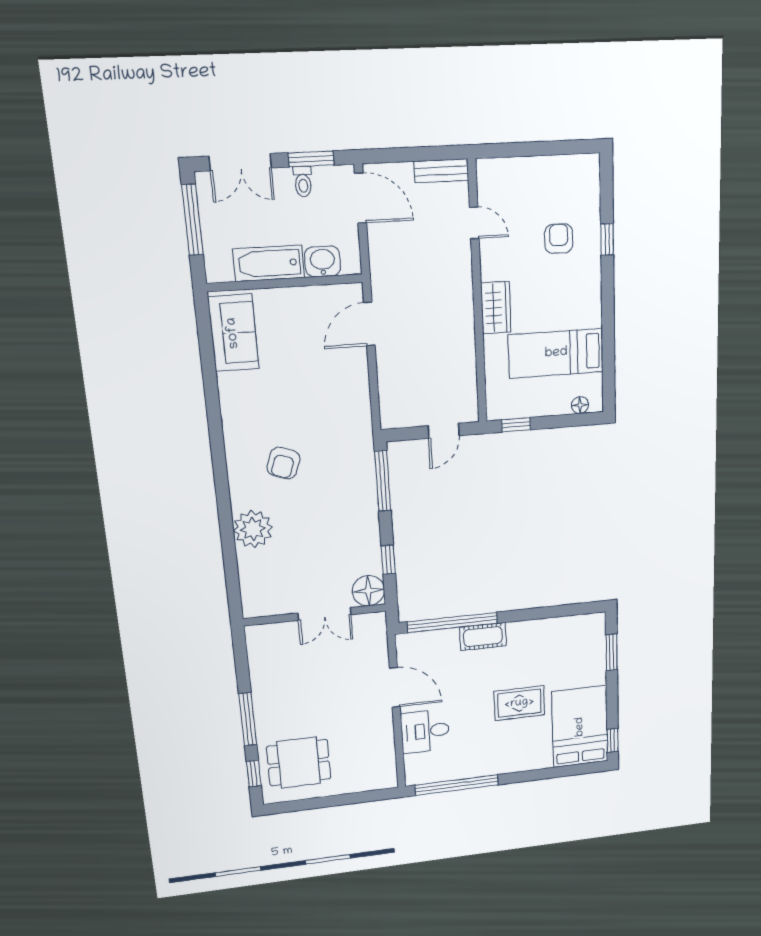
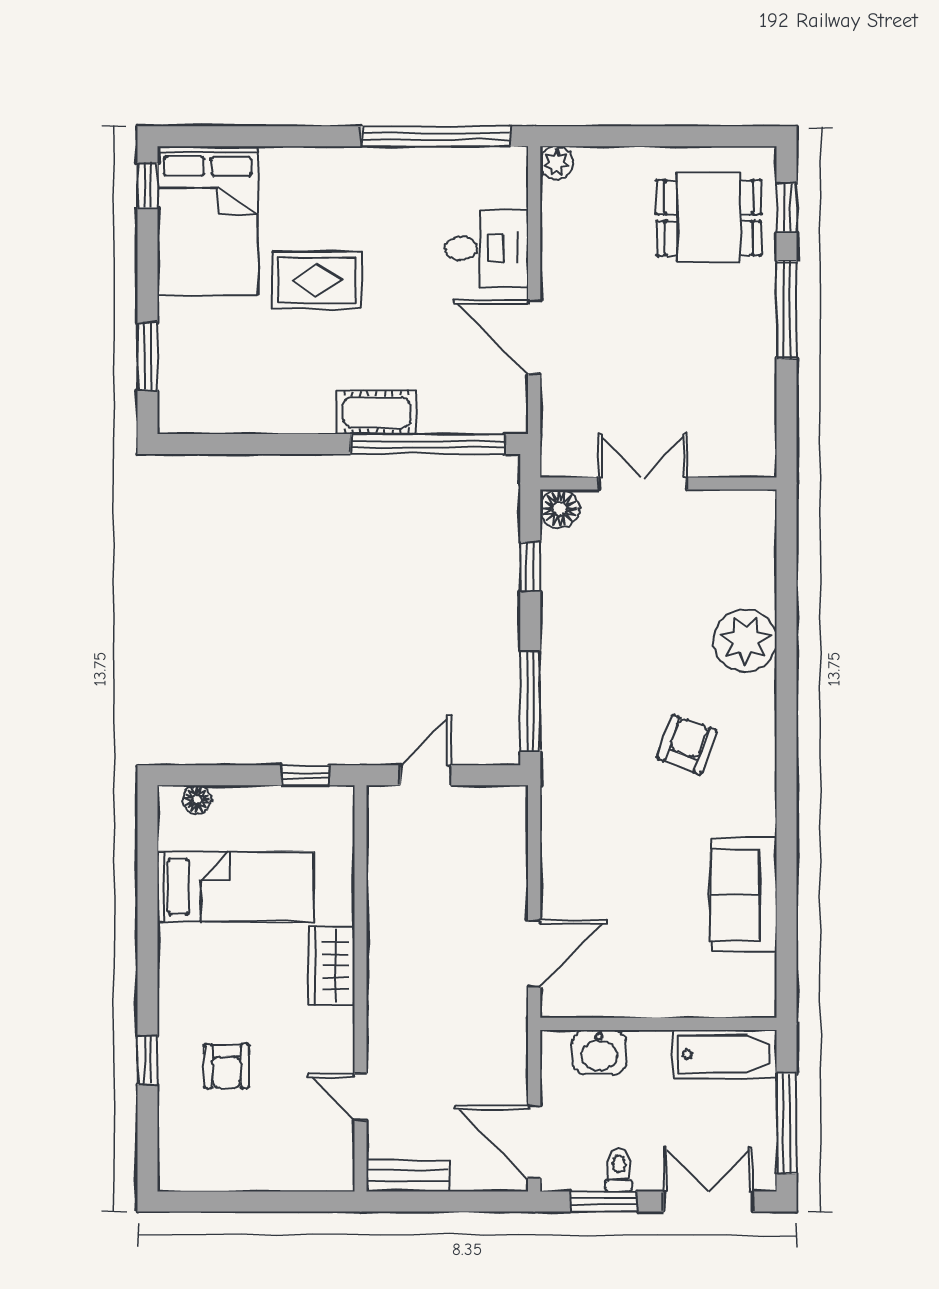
bathtub: (269, 263) -> (725, 1054), moved
sofa: (233, 333) -> (744, 895), moved
floor lamp: (368, 591) -> (560, 509), width x0.73, depth x0.73
plant: (388, 780) -> (557, 163), added

